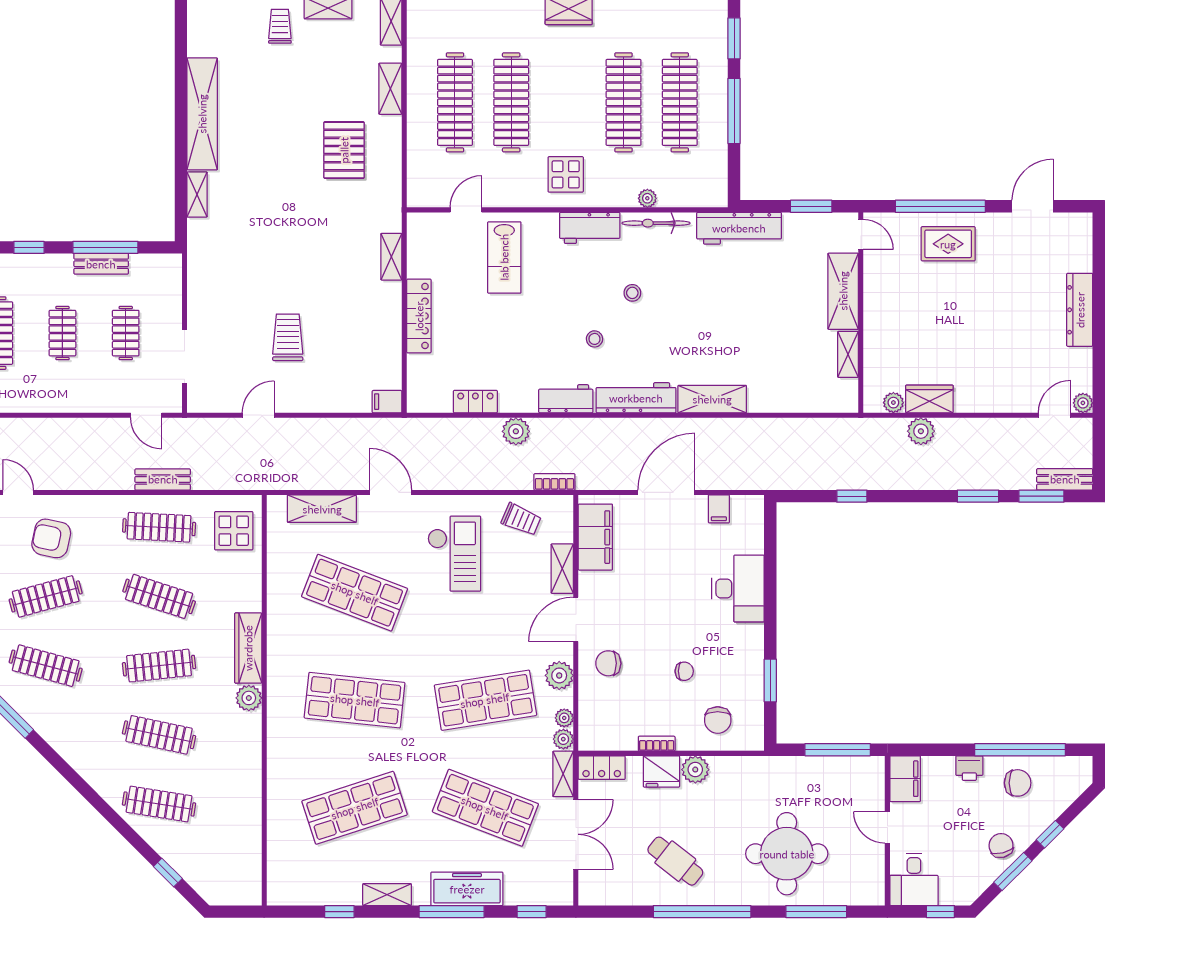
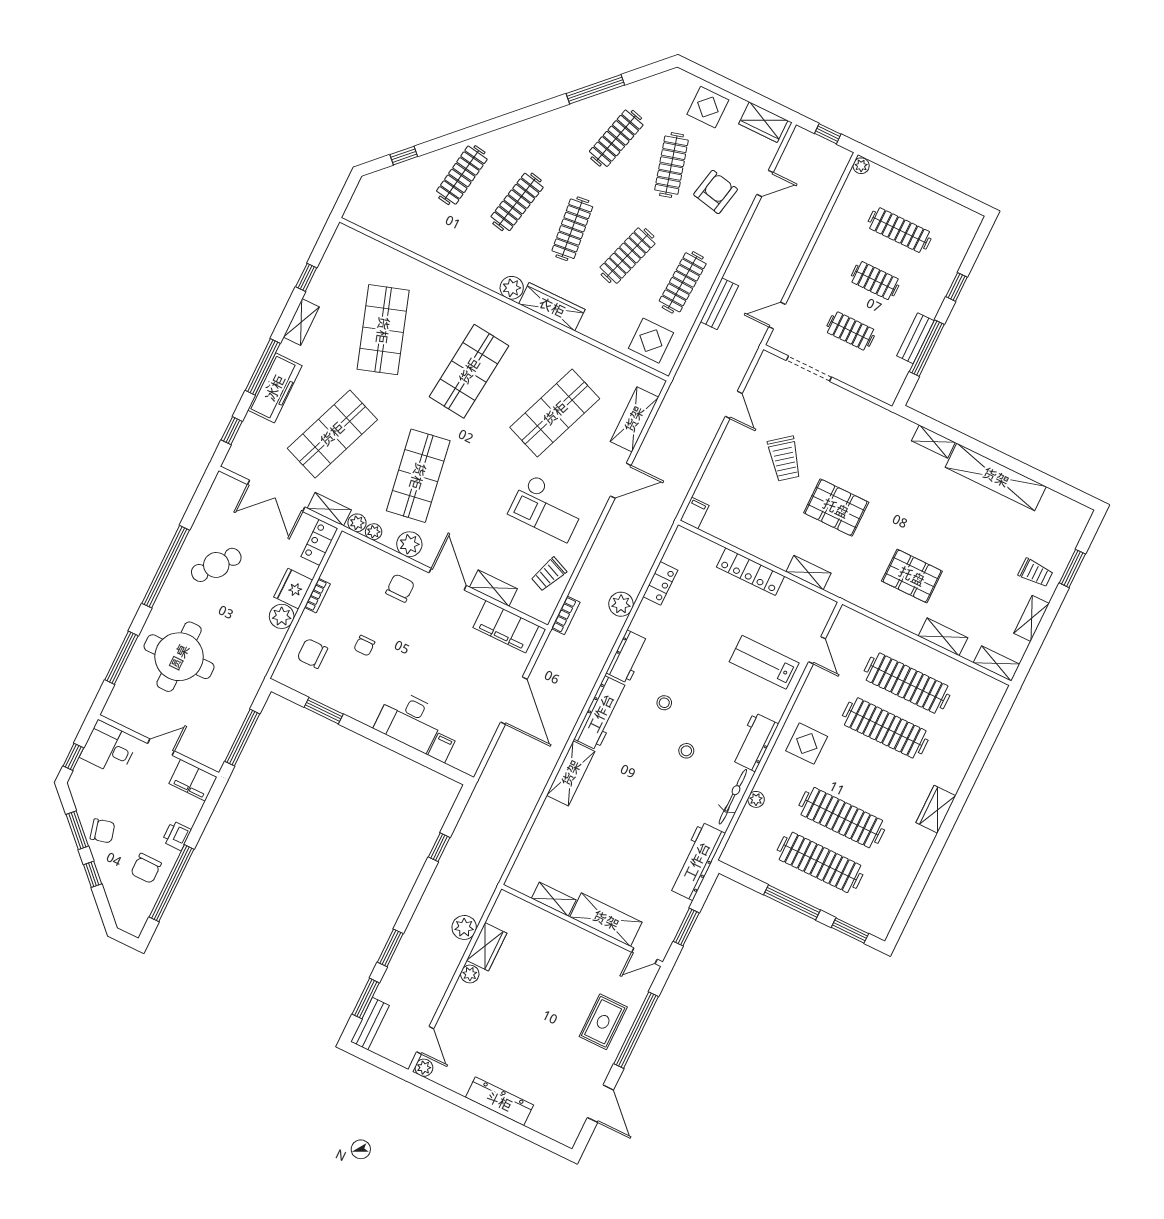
pallet: (312, 261) -> (836, 508), added
trolley: (288, 337) -> (784, 459), turned 52
plant: (893, 403) -> (470, 974), moved
filing cabinet: (719, 509) -> (441, 748), moved, turned 90

